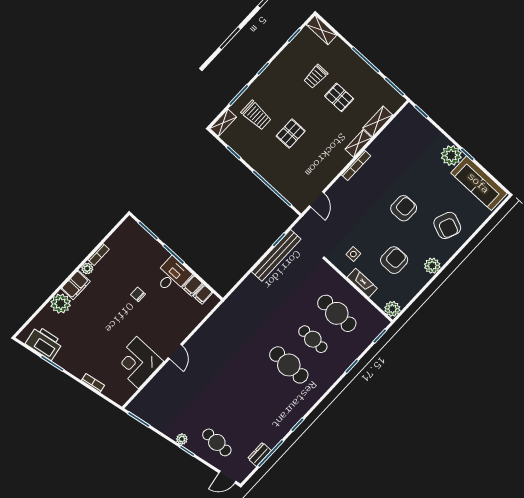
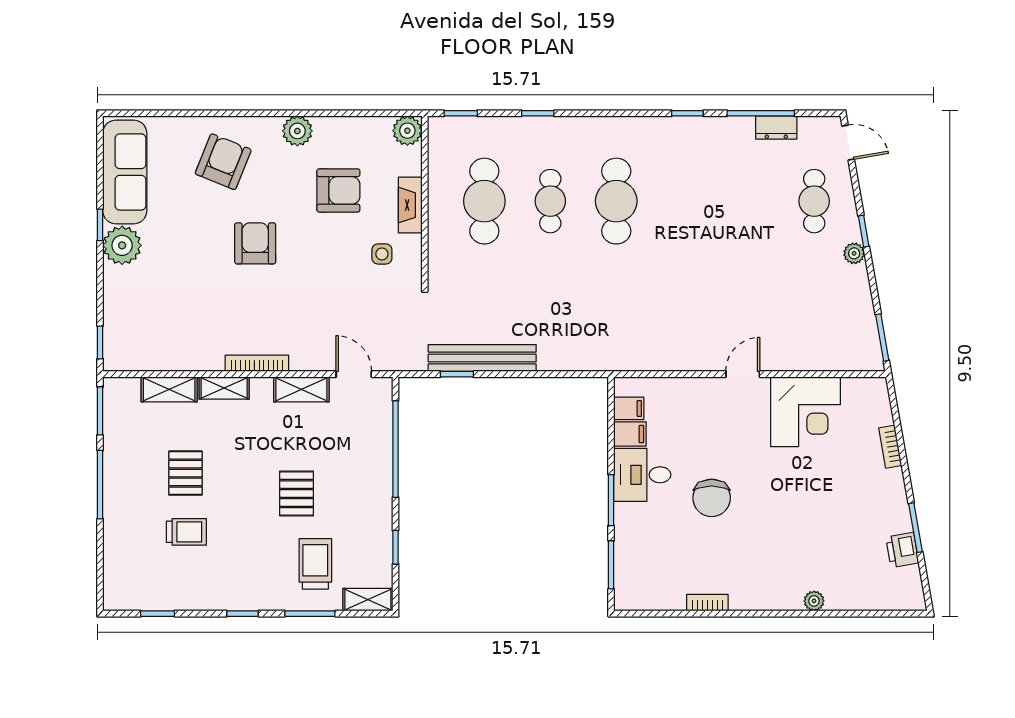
shelving: (322, 30) -> (301, 389), moved, turned 90
pallet: (291, 133) -> (297, 494), turned 90
door: (317, 199) -> (354, 374), hinge flipped
armchair: (404, 208) -> (255, 243), turned 90
armchair: (394, 260) -> (338, 190), turned 180
plant: (87, 269) -> (741, 600), removed
filing cabinet: (76, 285) -> (778, 595), removed
chair: (138, 294) -> (712, 498), width x1.87, depth x1.87
plant: (61, 304) -> (814, 601), width x0.53, depth x0.53
printer: (44, 343) -> (902, 550), width x0.53, depth x0.68

